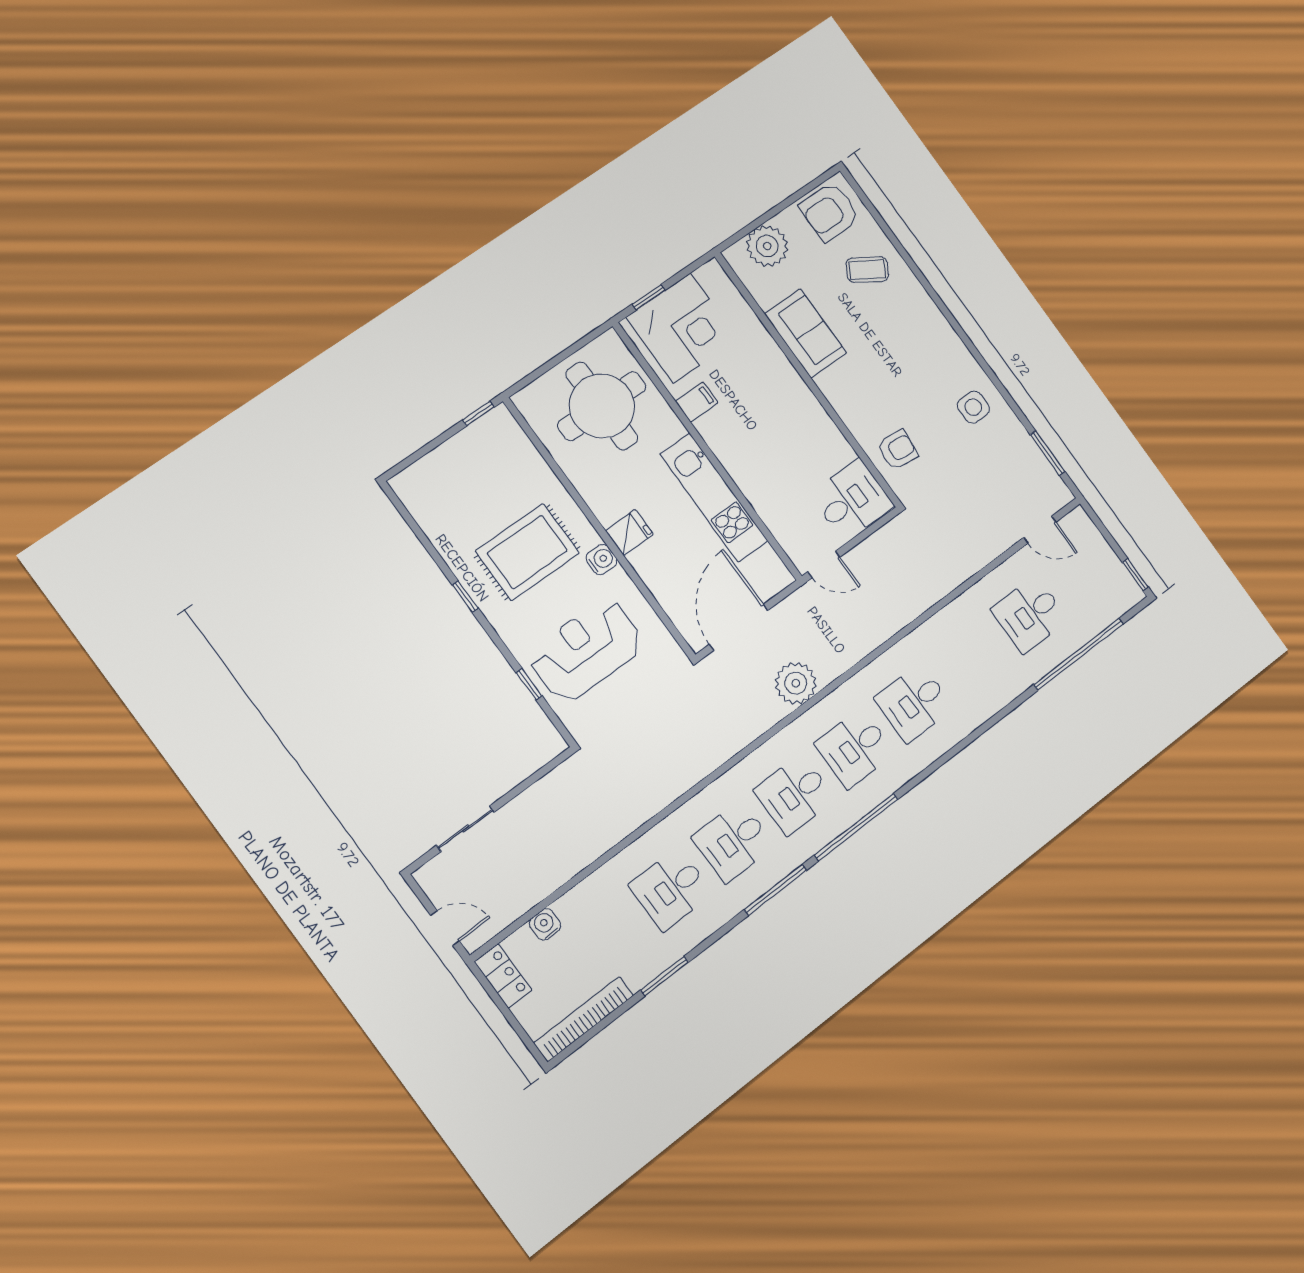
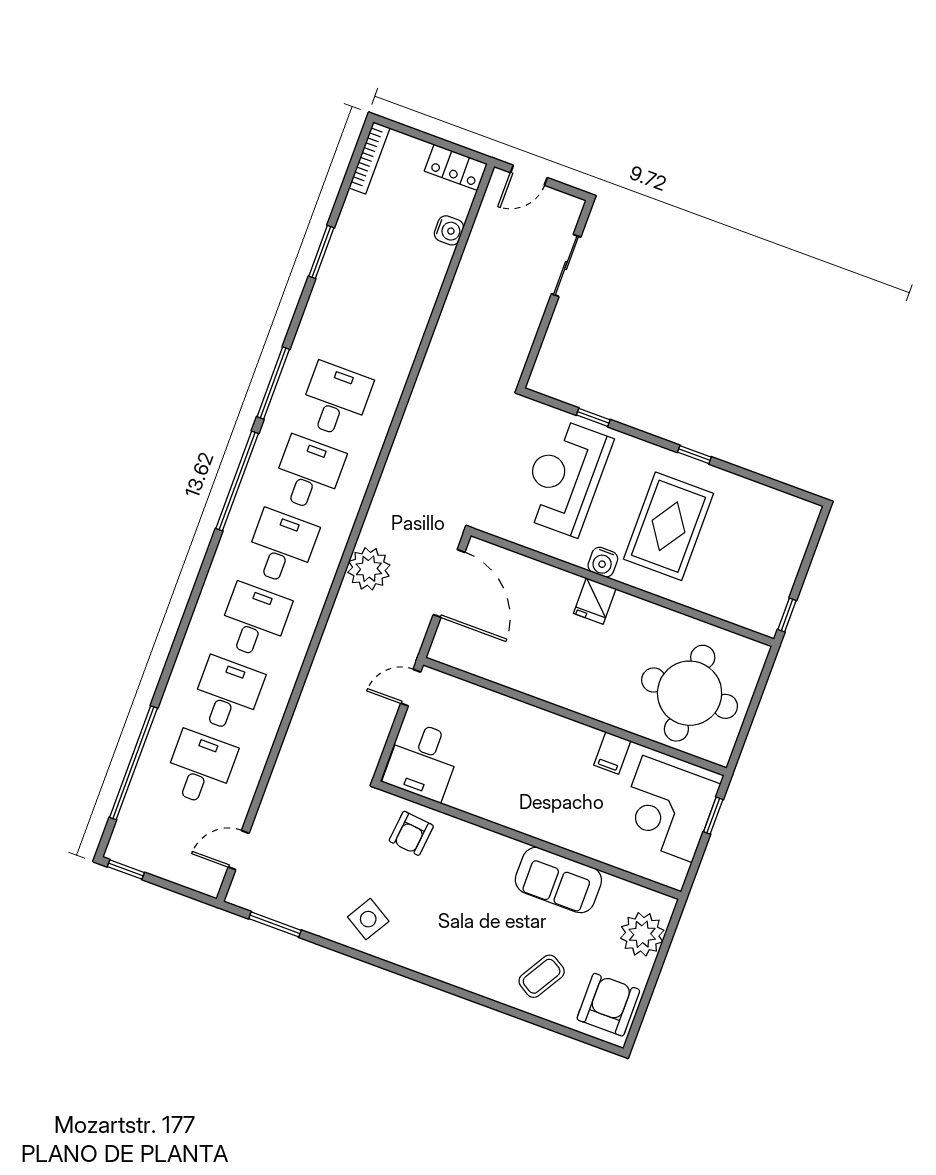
side table: (973, 407) -> (368, 919), turned 31
kitchen unit: (714, 497) -> (543, 680), removed
reception desk: (586, 650) -> (565, 477), turned 180
desk: (671, 889) -> (227, 694), moved
bookcase: (584, 1019) -> (369, 158), width x0.68, depth x0.76

